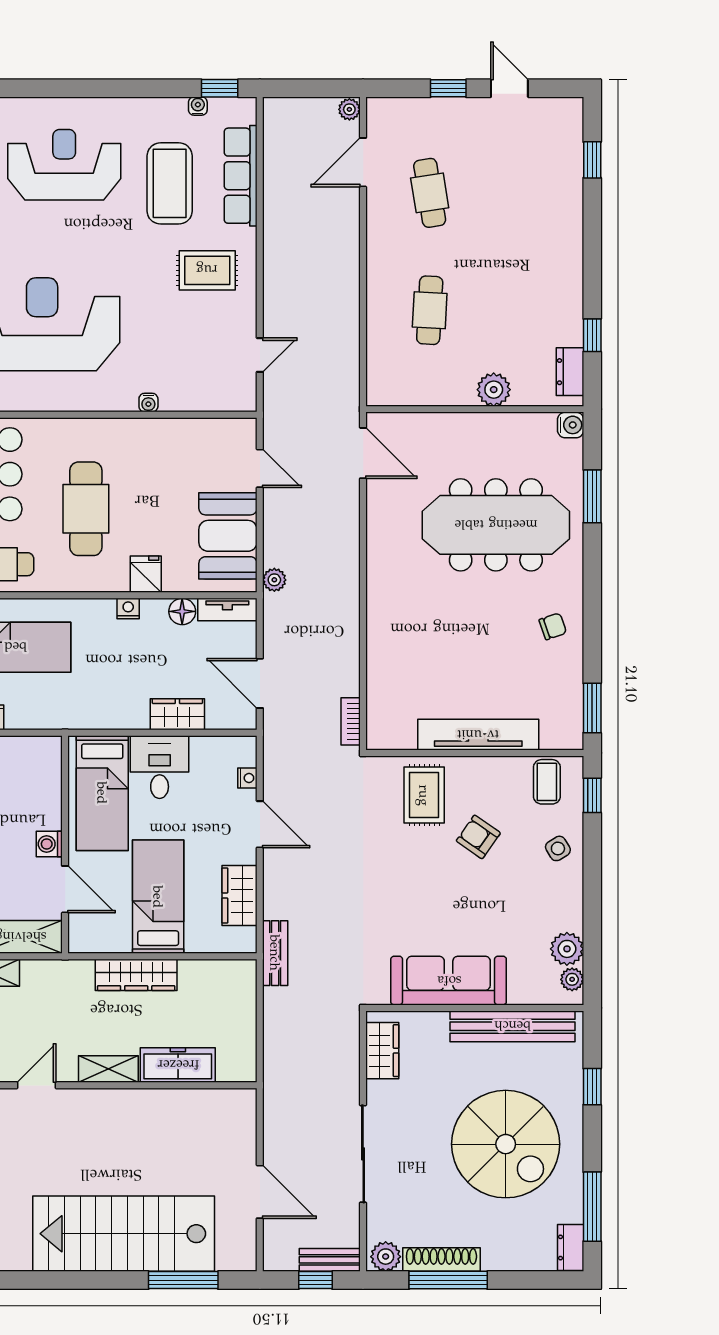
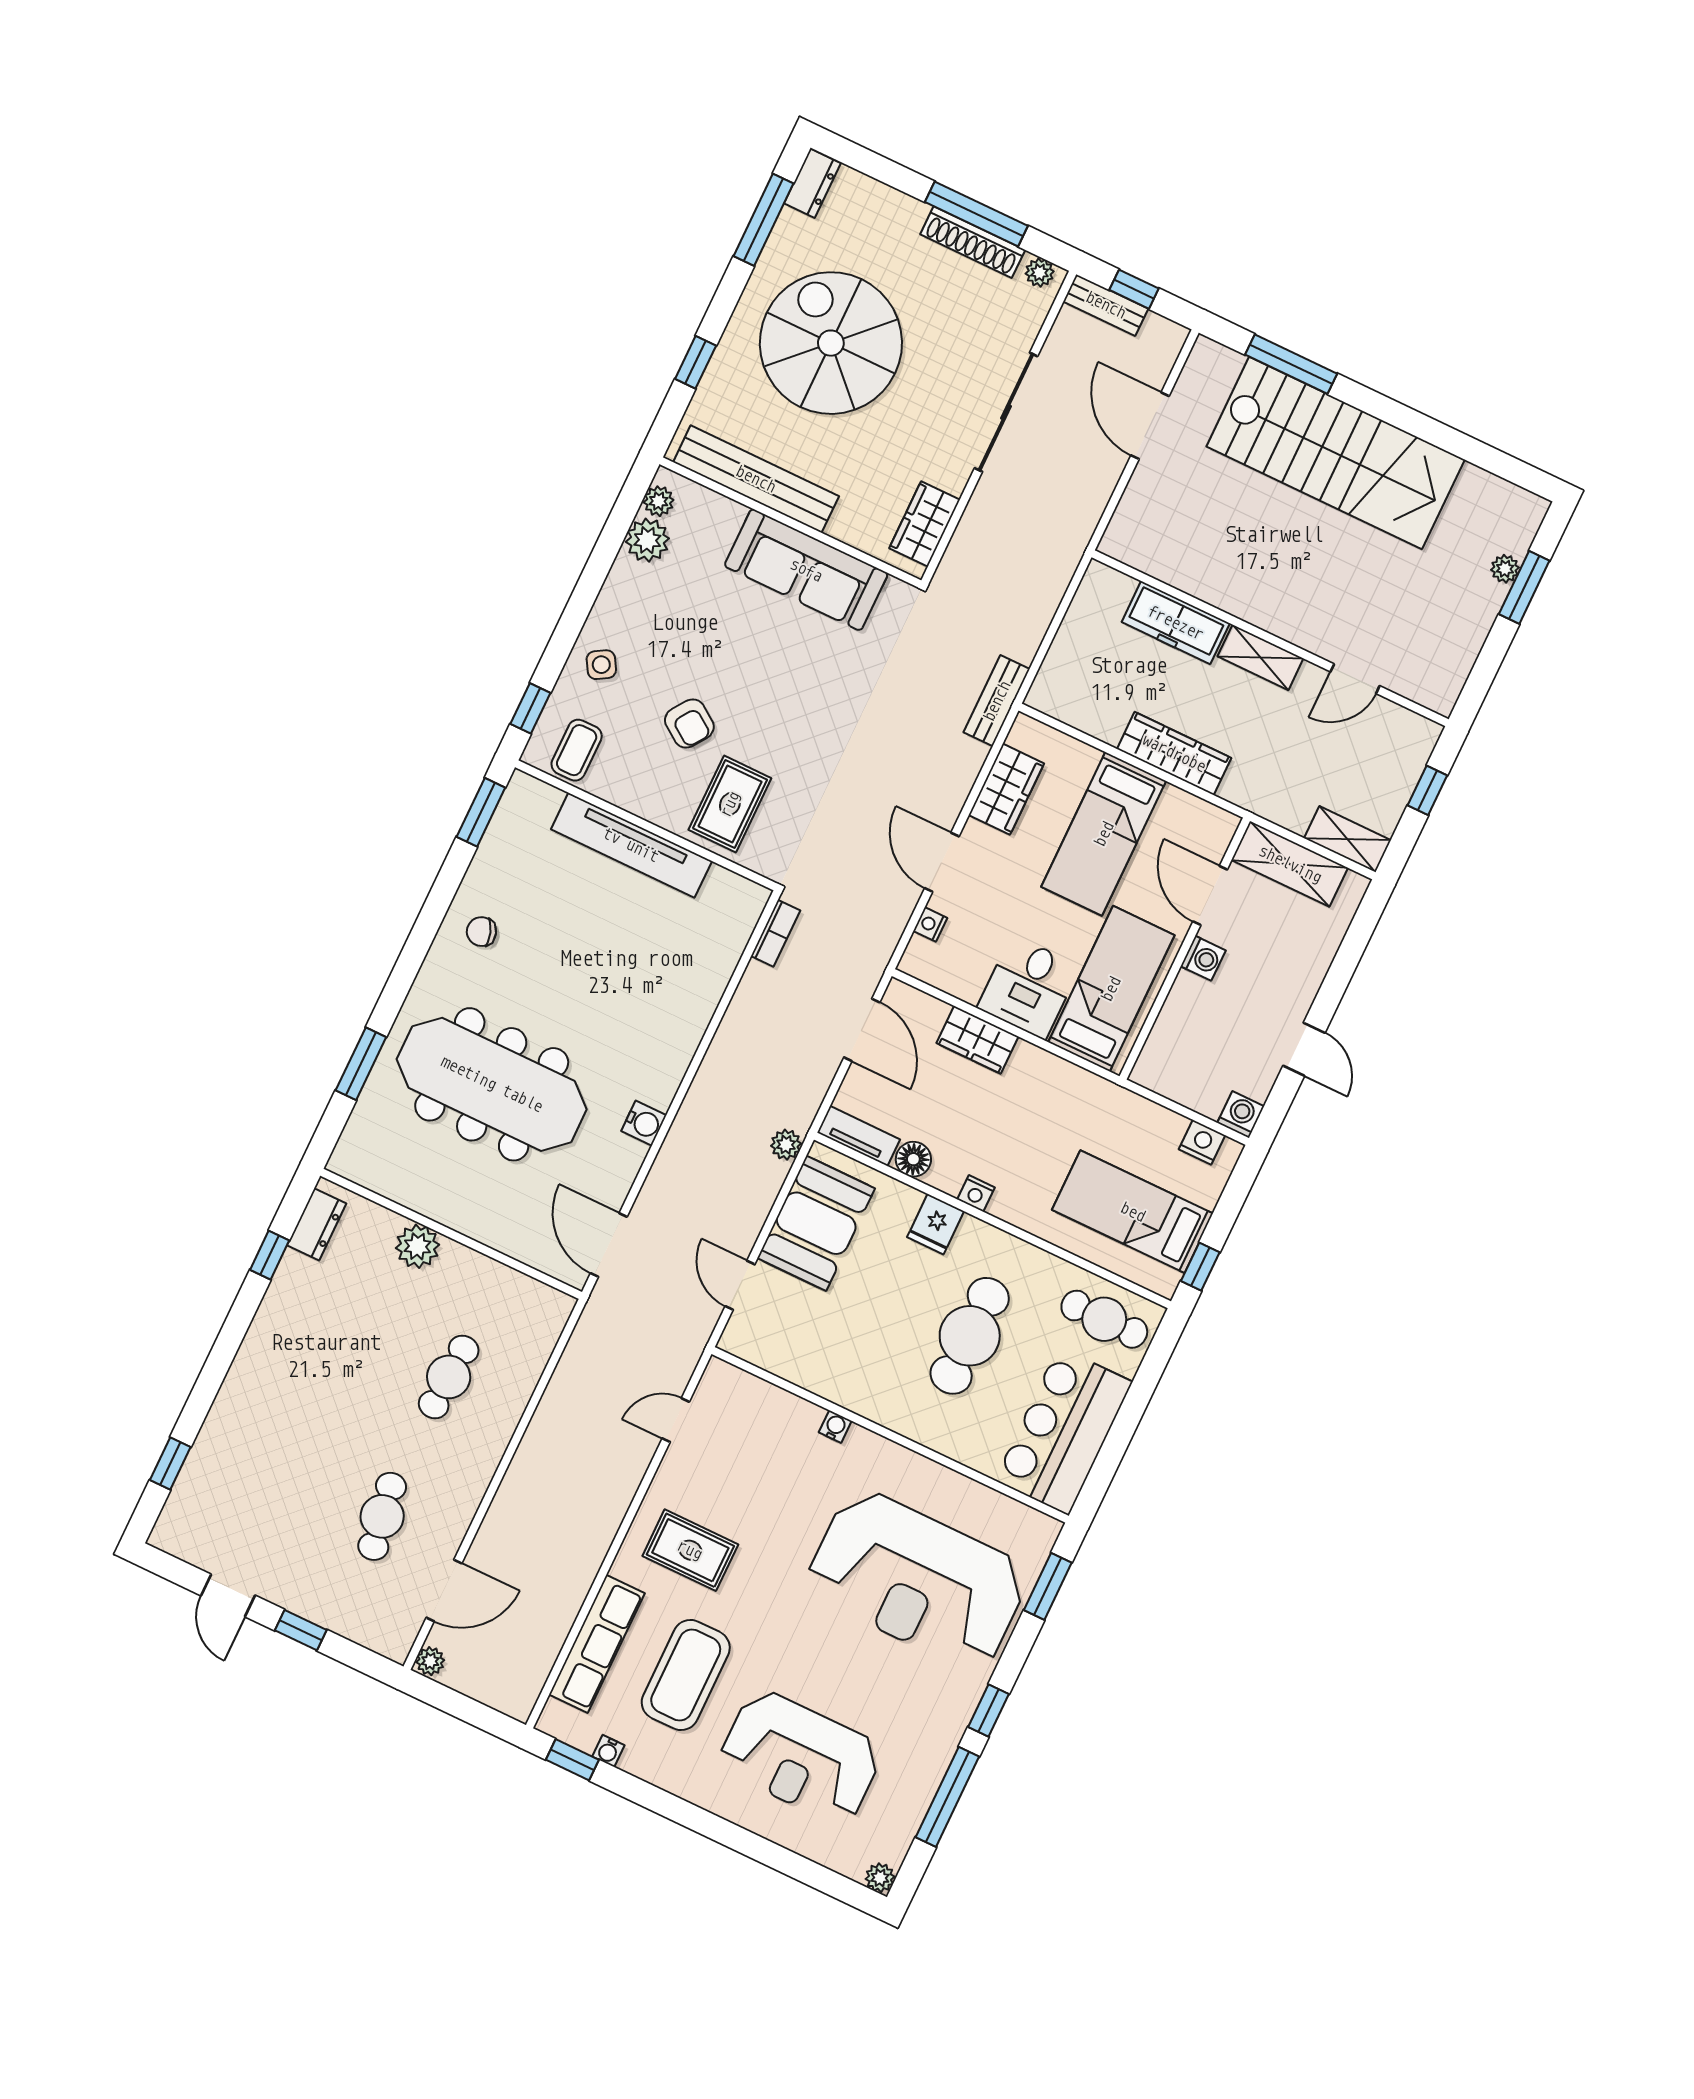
water cooler: (571, 425) -> (644, 1123), moved, turned 180
plant: (386, 1257) -> (1040, 273), width x0.73, depth x0.73

